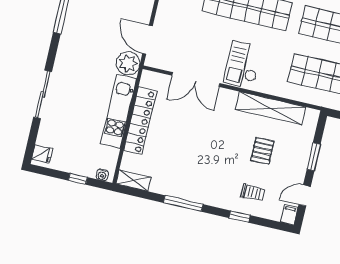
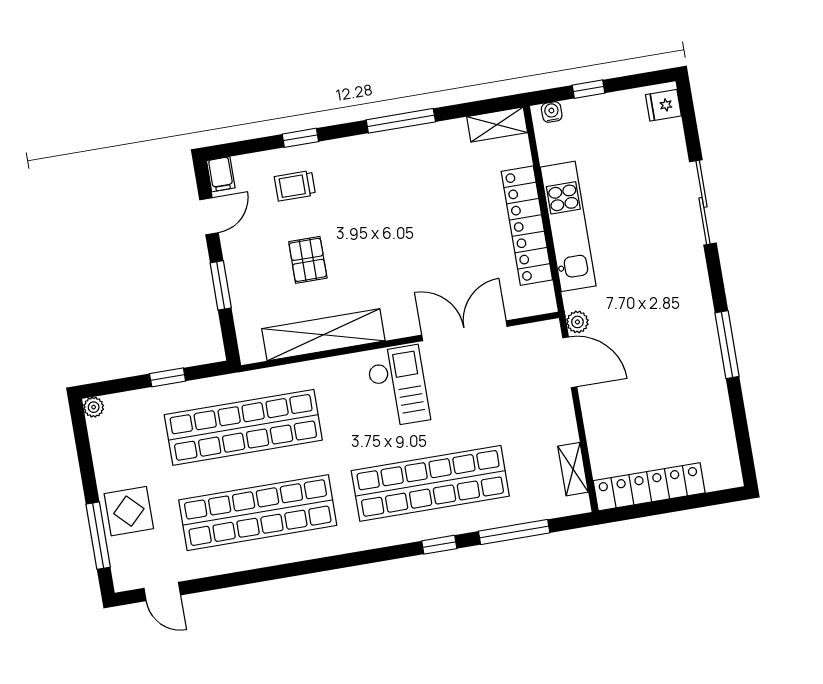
plant: (128, 63) -> (577, 322), width x0.53, depth x0.53

